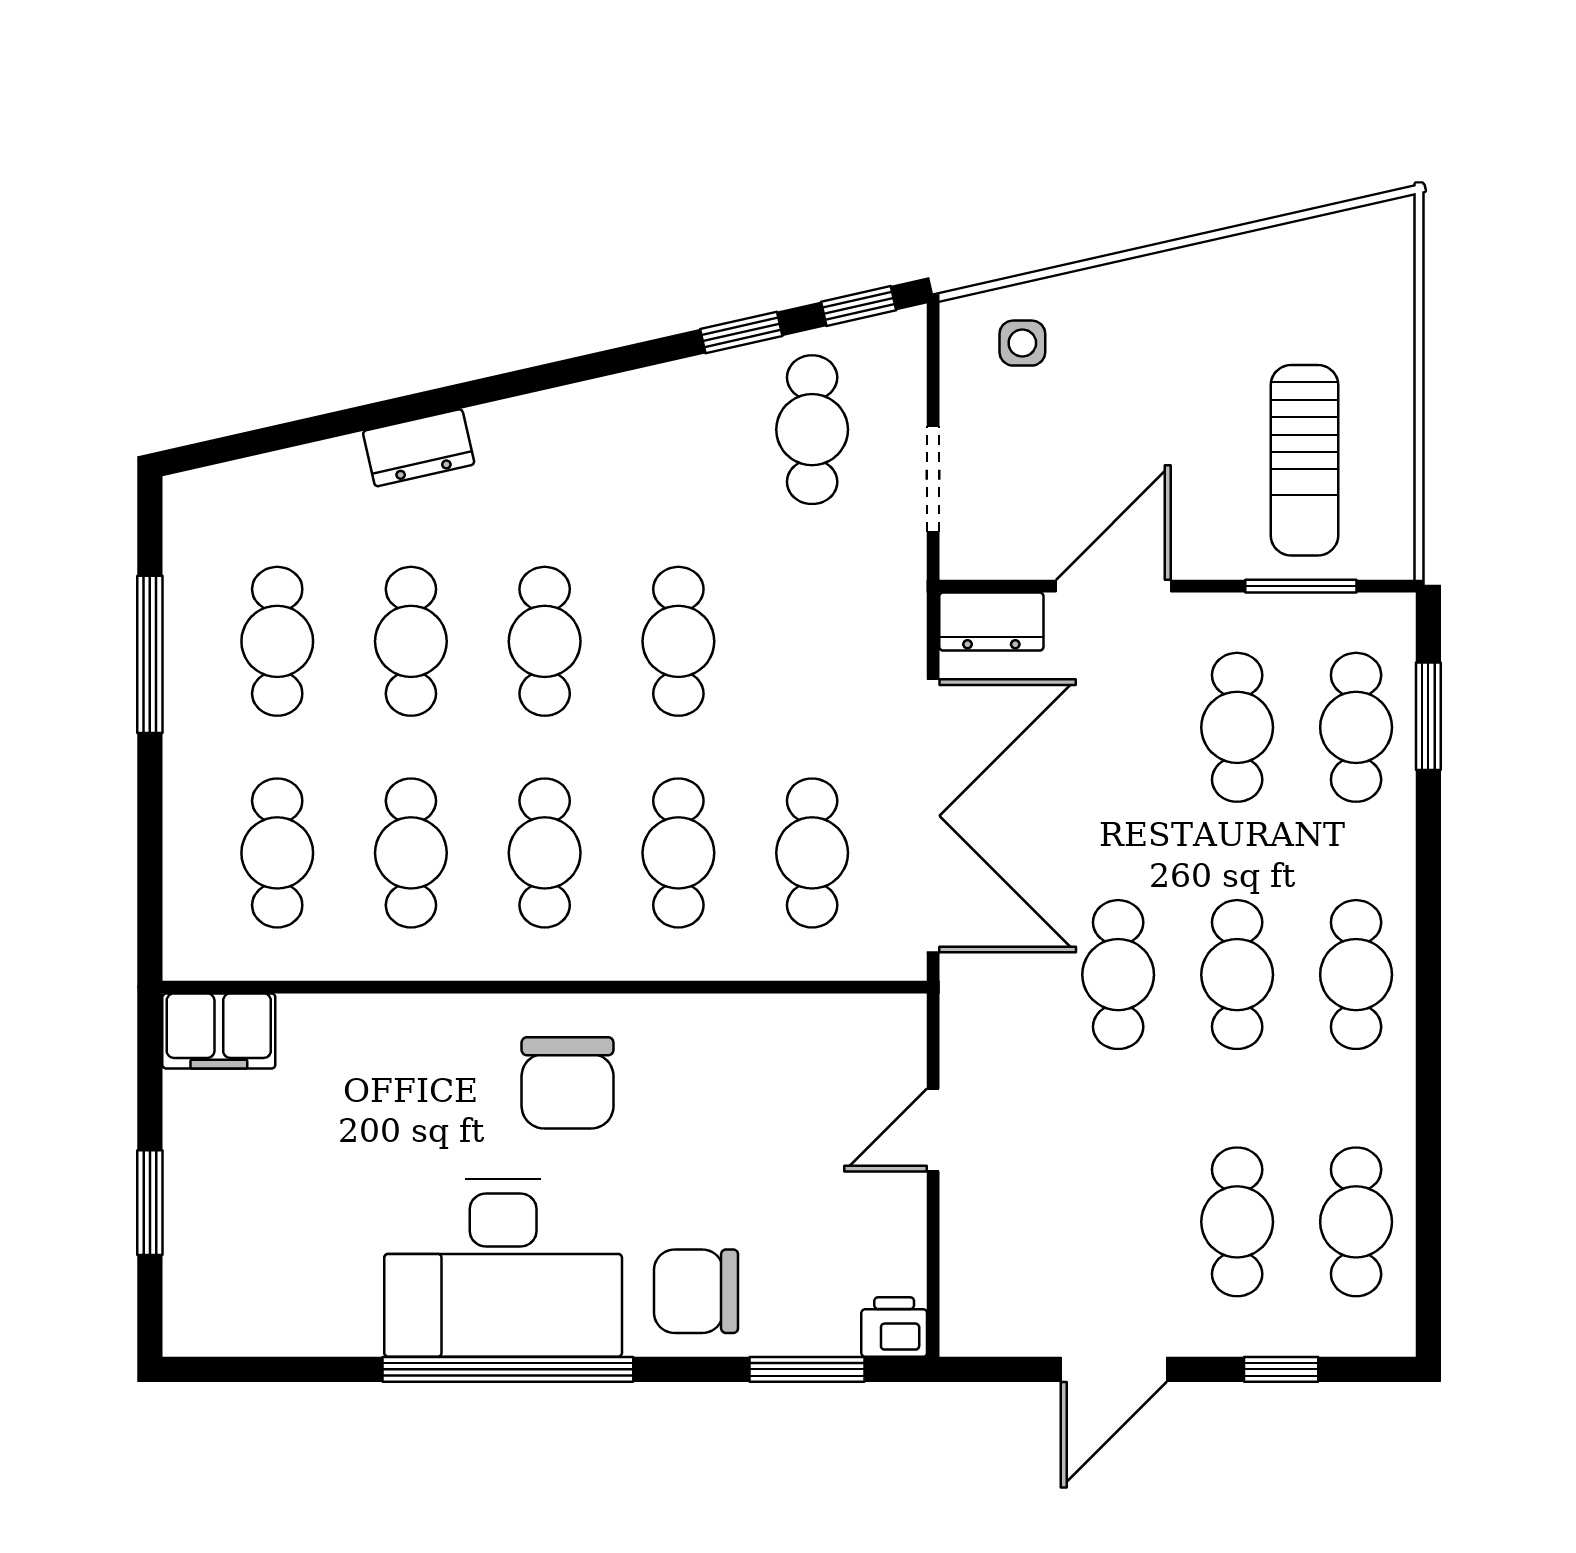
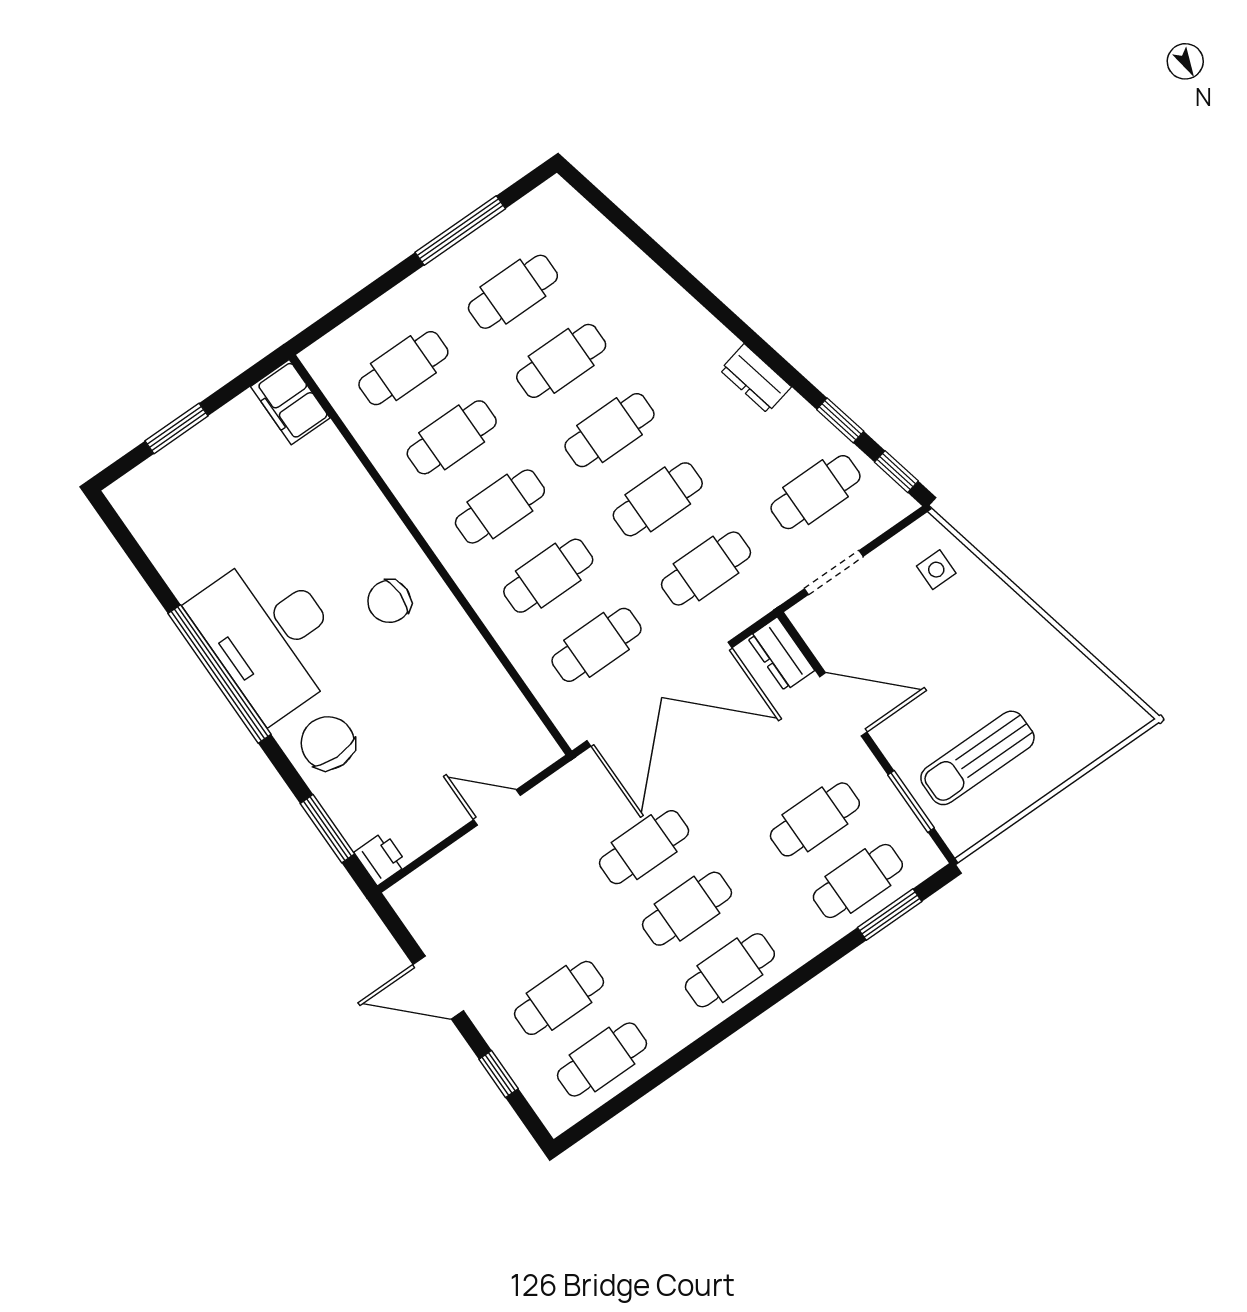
dresser: (419, 448) -> (756, 378), moved
cafe table: (812, 641) -> (706, 568), added
chair: (568, 1083) -> (389, 601), width x0.73, depth x0.73

